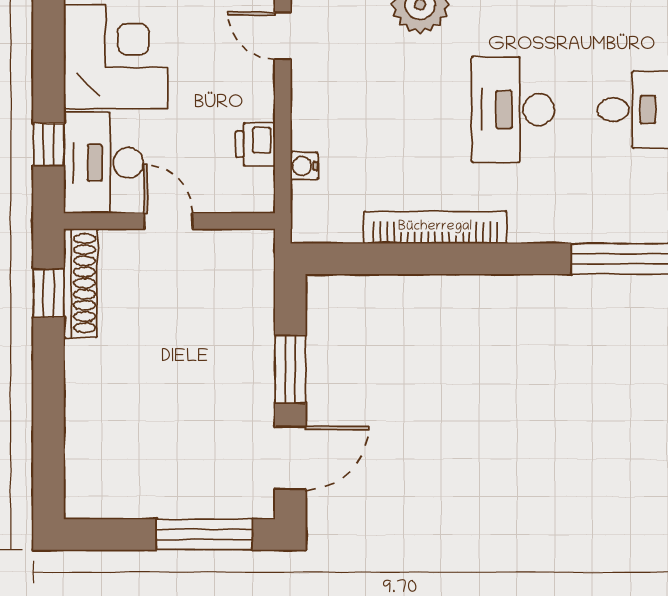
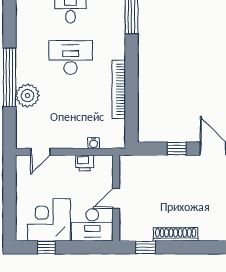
desk: (513, 110) -> (71, 57), turned 180
window: (49, 144) -> (46, 247), moved
shoe rack: (81, 283) -> (176, 234), moved
window: (290, 369) -> (177, 149), width x0.67

